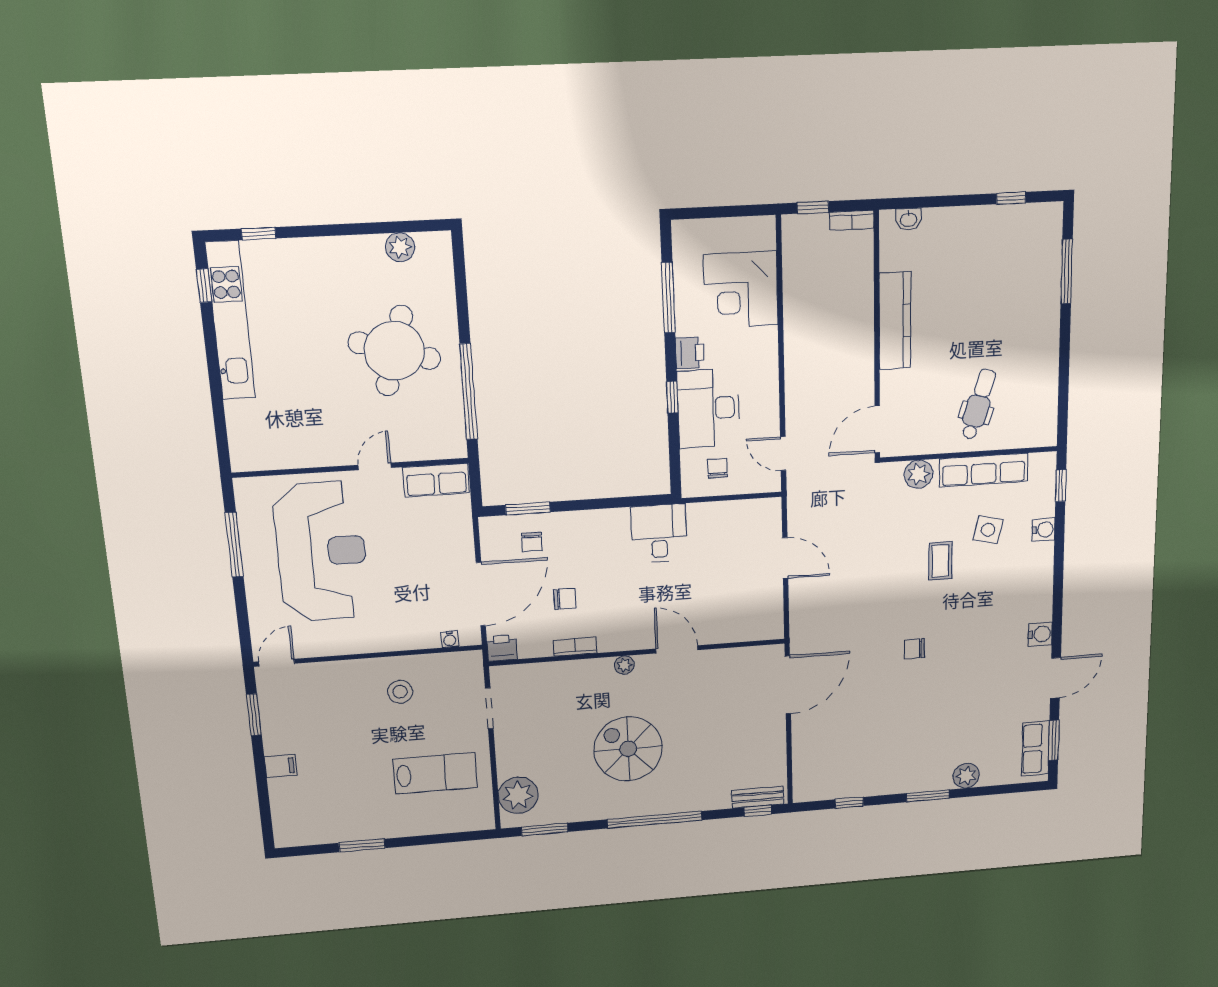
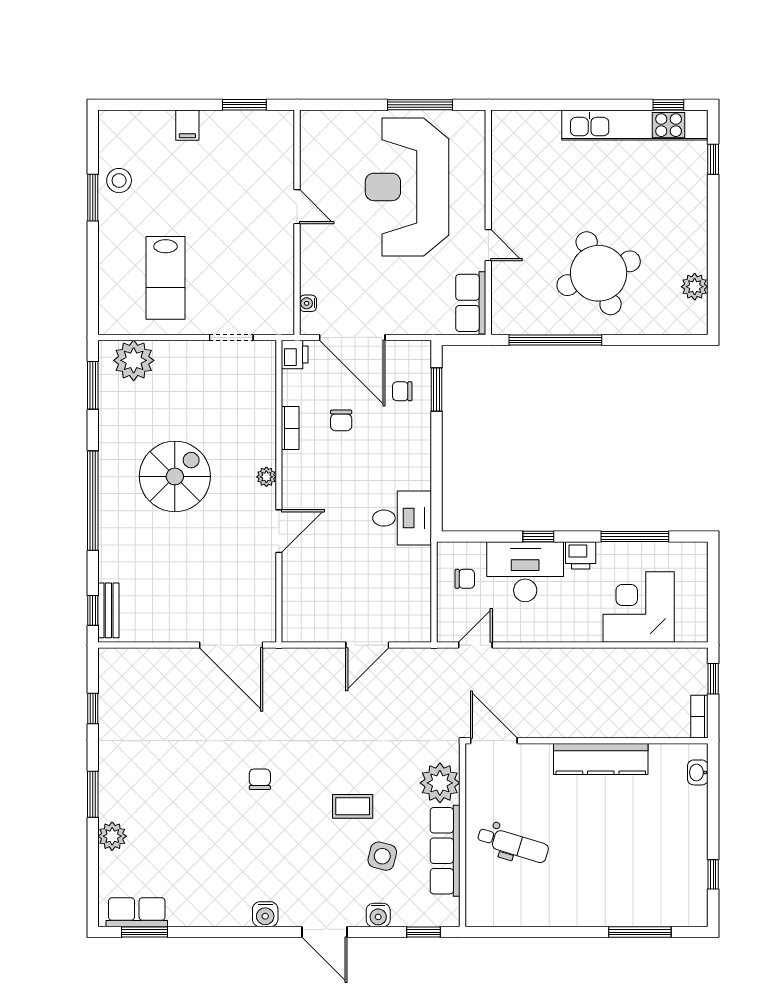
round table: (394, 351) -> (599, 273), turned -37
plant: (918, 474) -> (440, 783), width x1.36, depth x1.36
reception desk: (322, 552) -> (407, 187), turned 90
door: (277, 663) -> (297, 207), moved
door: (1055, 678) -> (324, 932), moved
stool: (400, 692) -> (119, 181), moved

